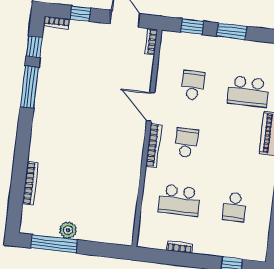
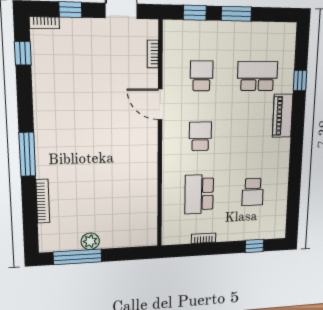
bookcase: (151, 42) -> (153, 54), moved
window: (29, 87) -> (27, 154), moved
school desk: (248, 92) -> (257, 76), turned 180
bookcase: (154, 146) -> (168, 144), removed
school desk: (179, 200) -> (199, 194), turned 90

